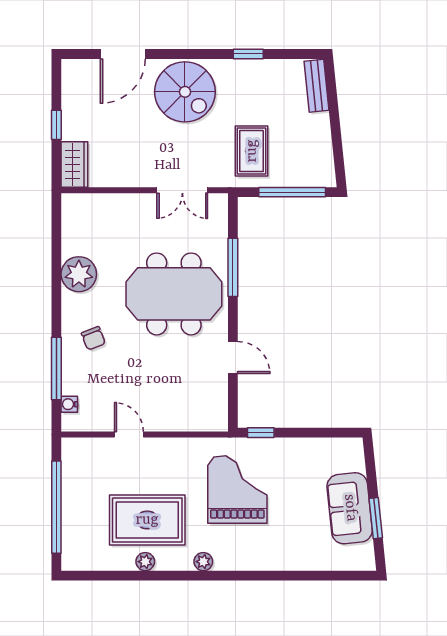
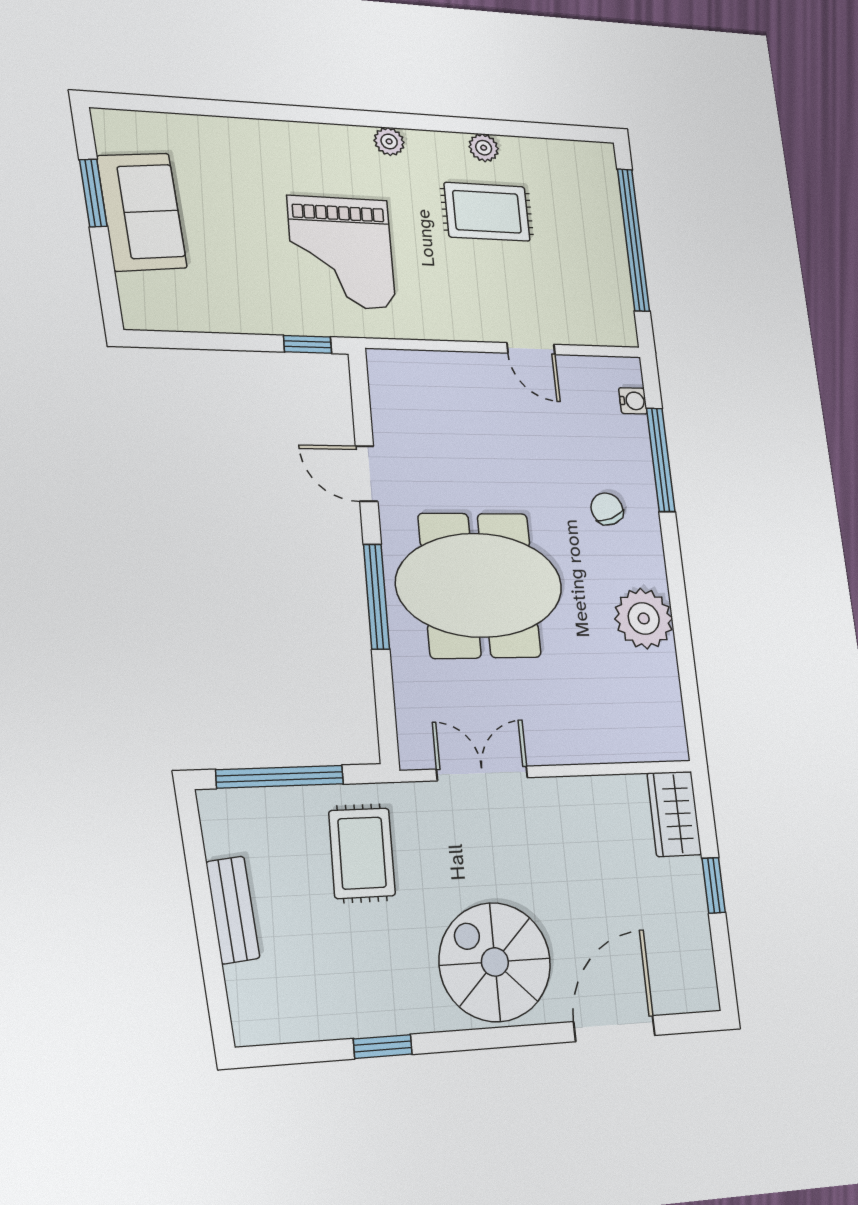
bench: (316, 86) -> (233, 910), moved
window: (233, 267) -> (376, 596), moved
rug: (147, 520) -> (487, 212), width x0.73, depth x0.70

